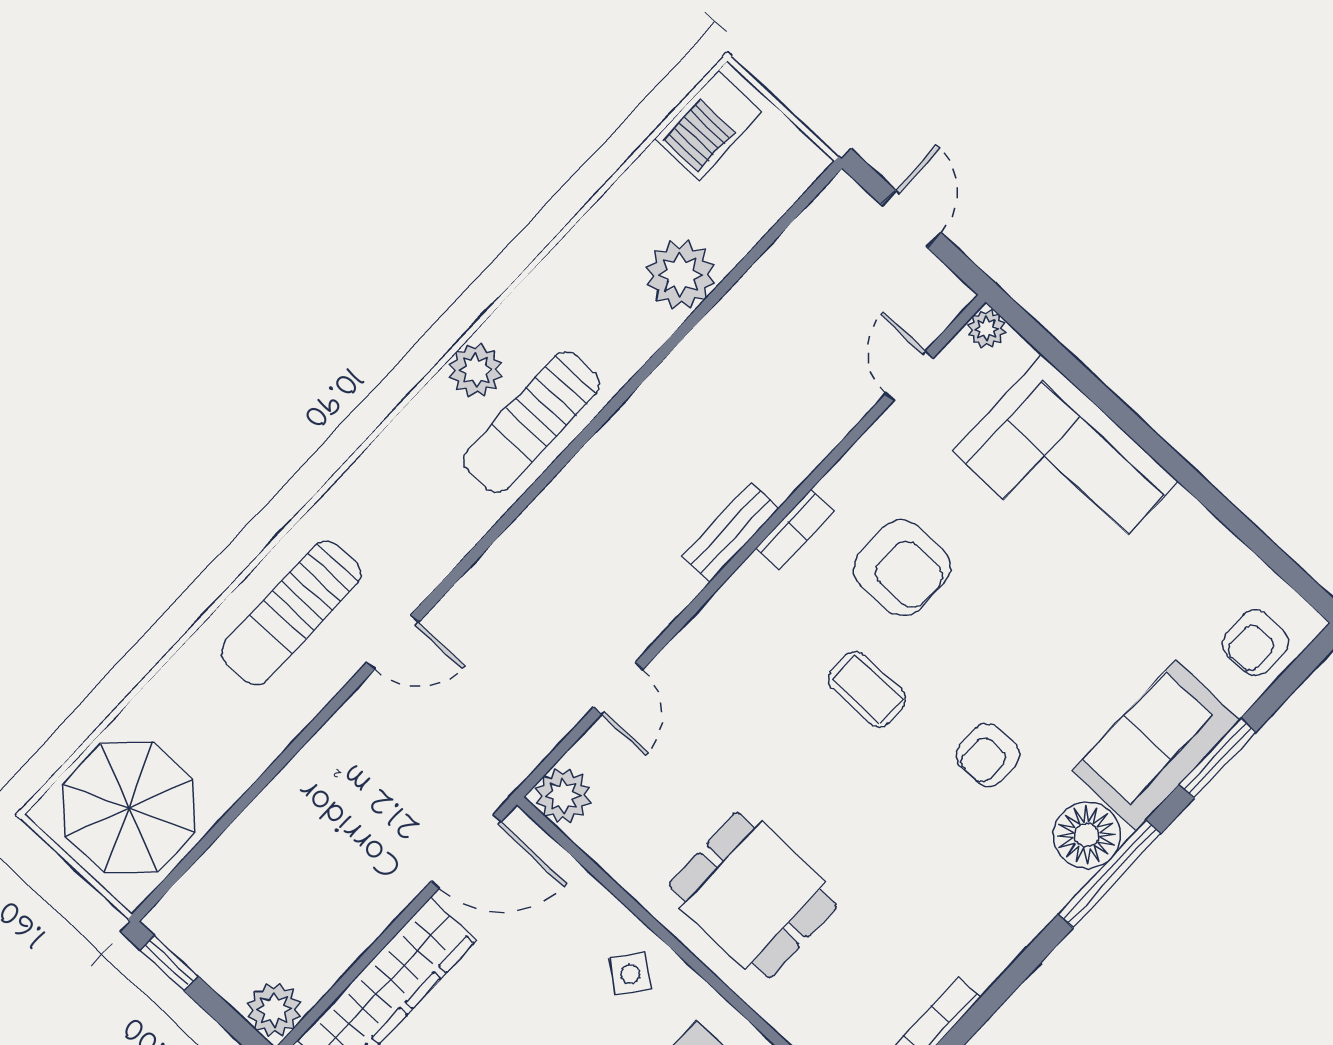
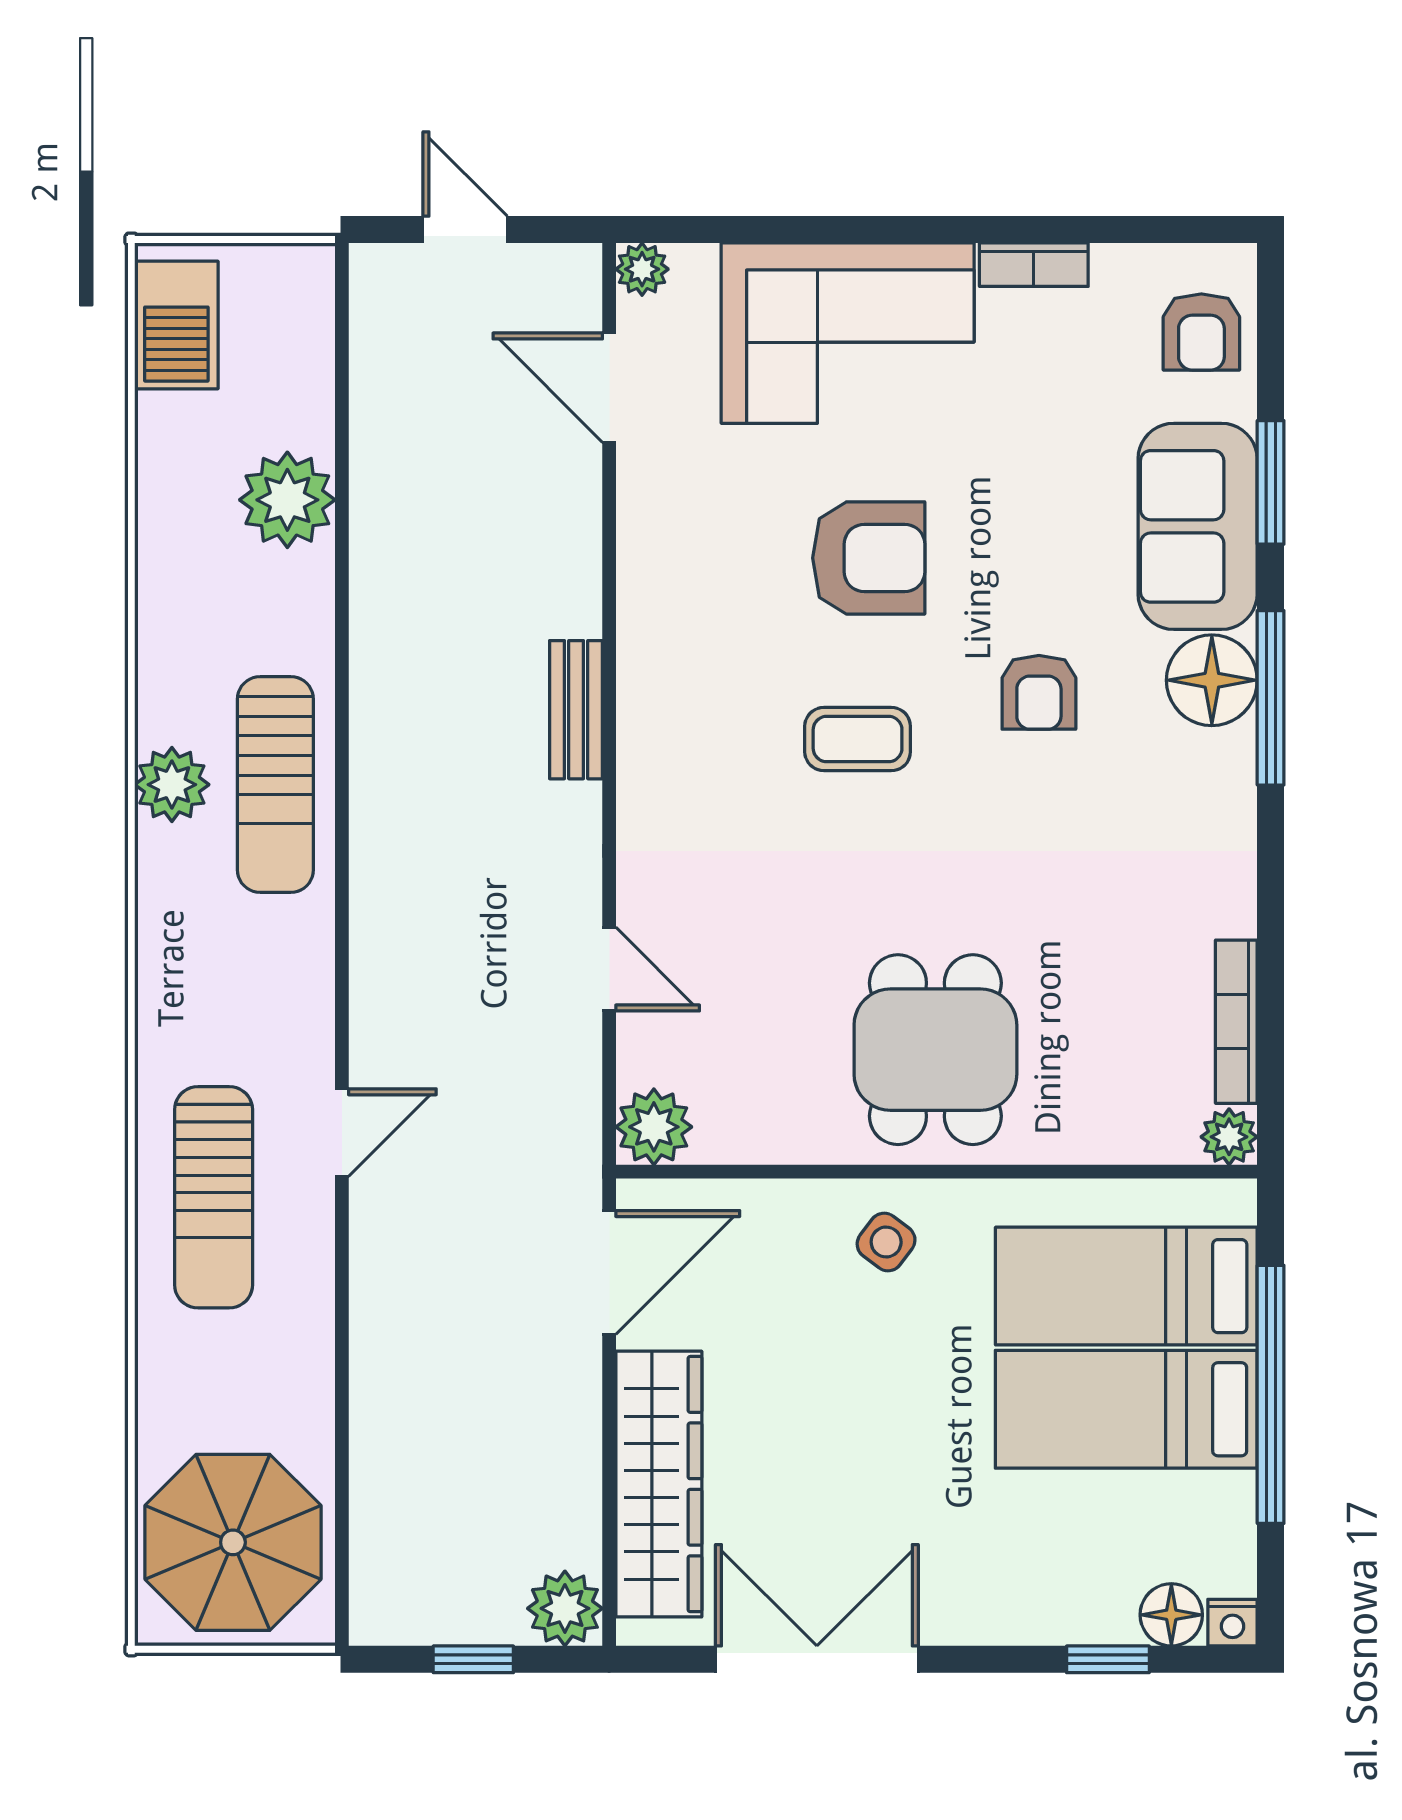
door: (909, 376) -> (609, 388), width x1.38
bookcase: (795, 530) -> (1034, 265), moved, turned 90
armchair: (902, 568) -> (869, 558), moved
dining table: (753, 895) -> (935, 1050), turned 90
window: (169, 963) -> (473, 1659), moved

